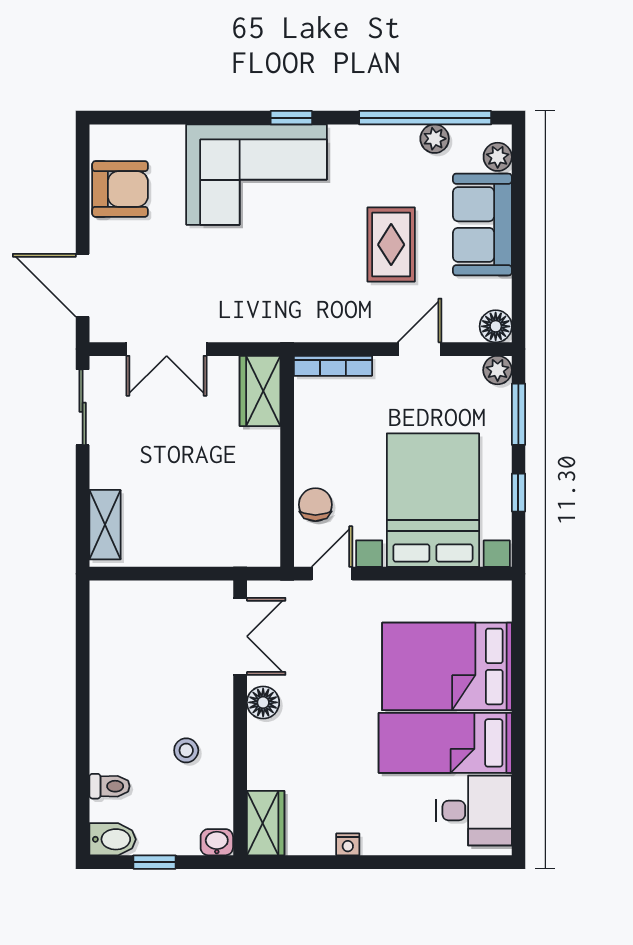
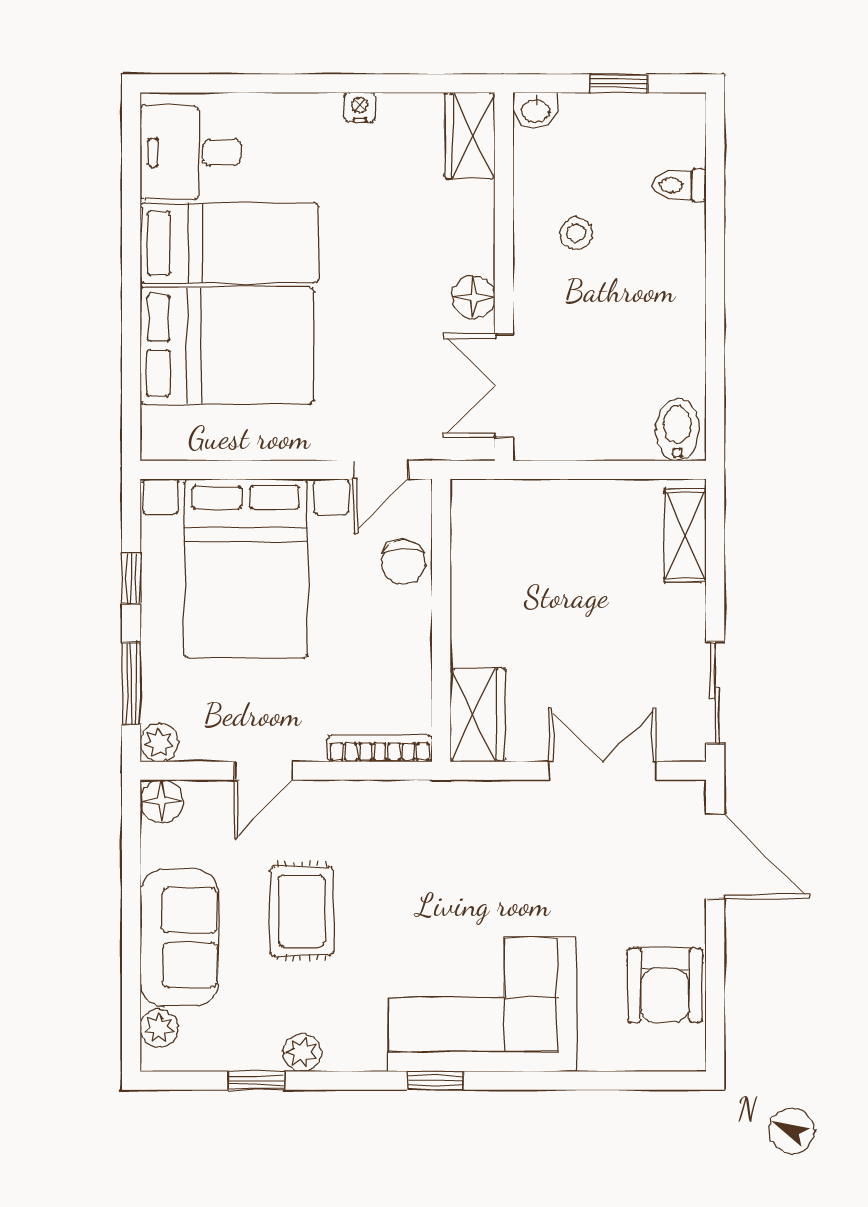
window: (425, 118) -> (256, 1081), width x0.32
plant: (435, 139) -> (302, 1053), moved
armchair: (120, 189) -> (665, 985), turned -90
bidet: (113, 839) -> (677, 430), moved, turned 90

